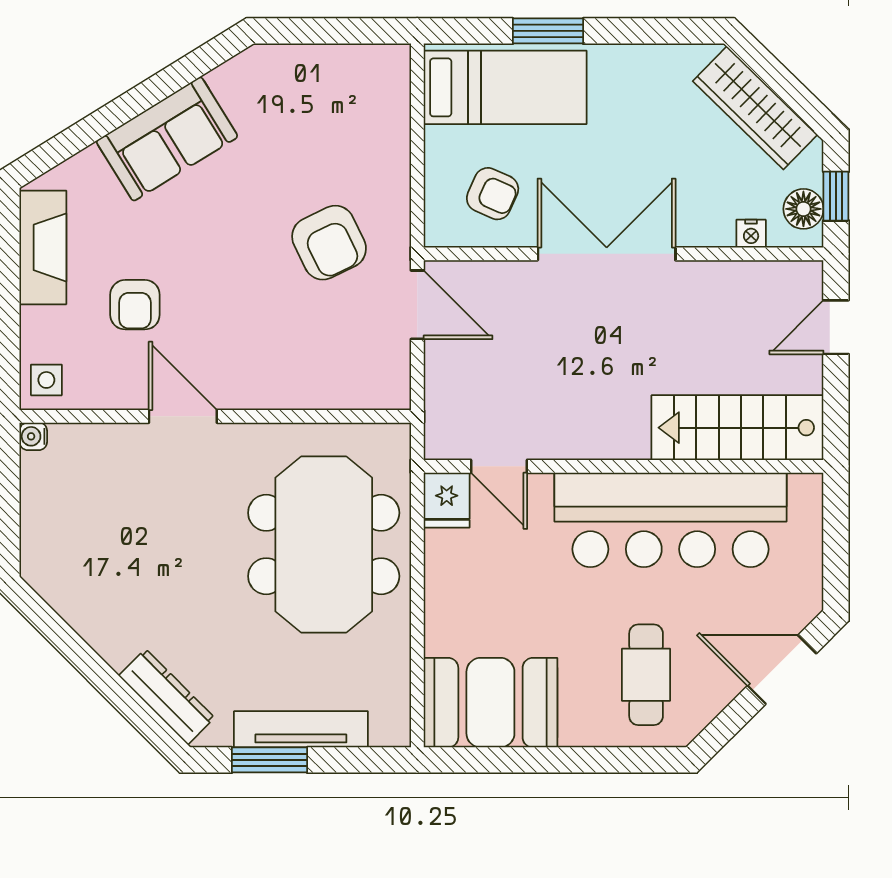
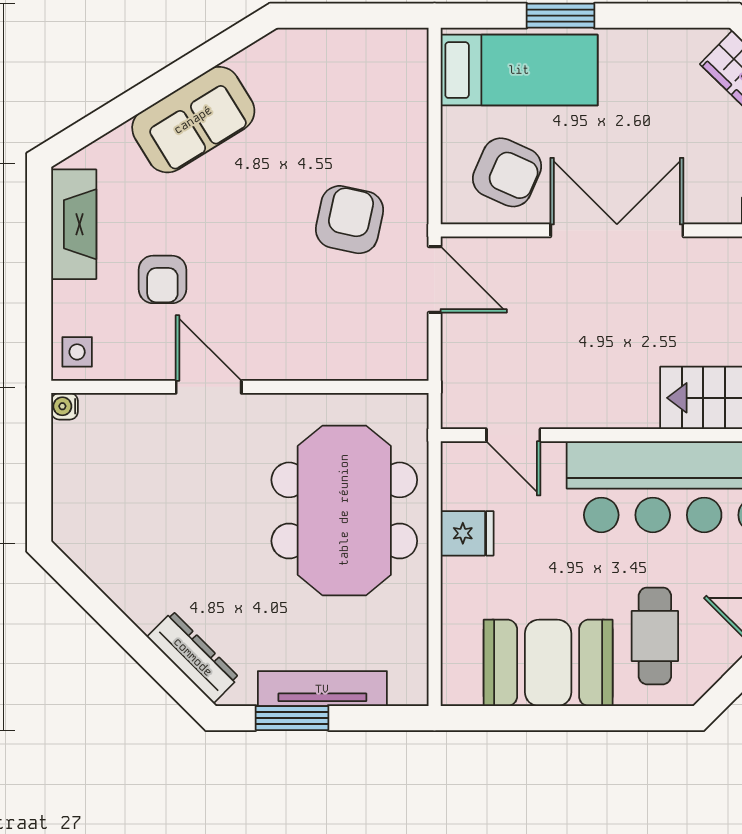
armchair: (493, 194) -> (507, 172), width x1.38, depth x1.38
armchair: (329, 243) -> (349, 220), turned -142
fridge: (447, 500) -> (467, 533), moved, turned -90
booth: (490, 703) -> (548, 663), moved

